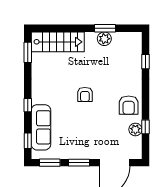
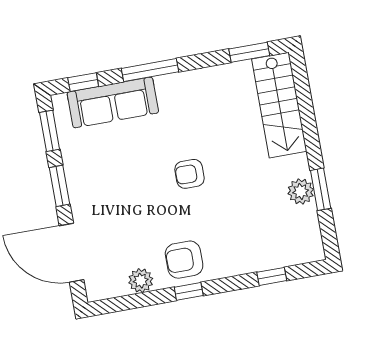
window: (28, 105) -> (150, 70), width x2.17
window: (145, 127) -> (189, 291), moved

